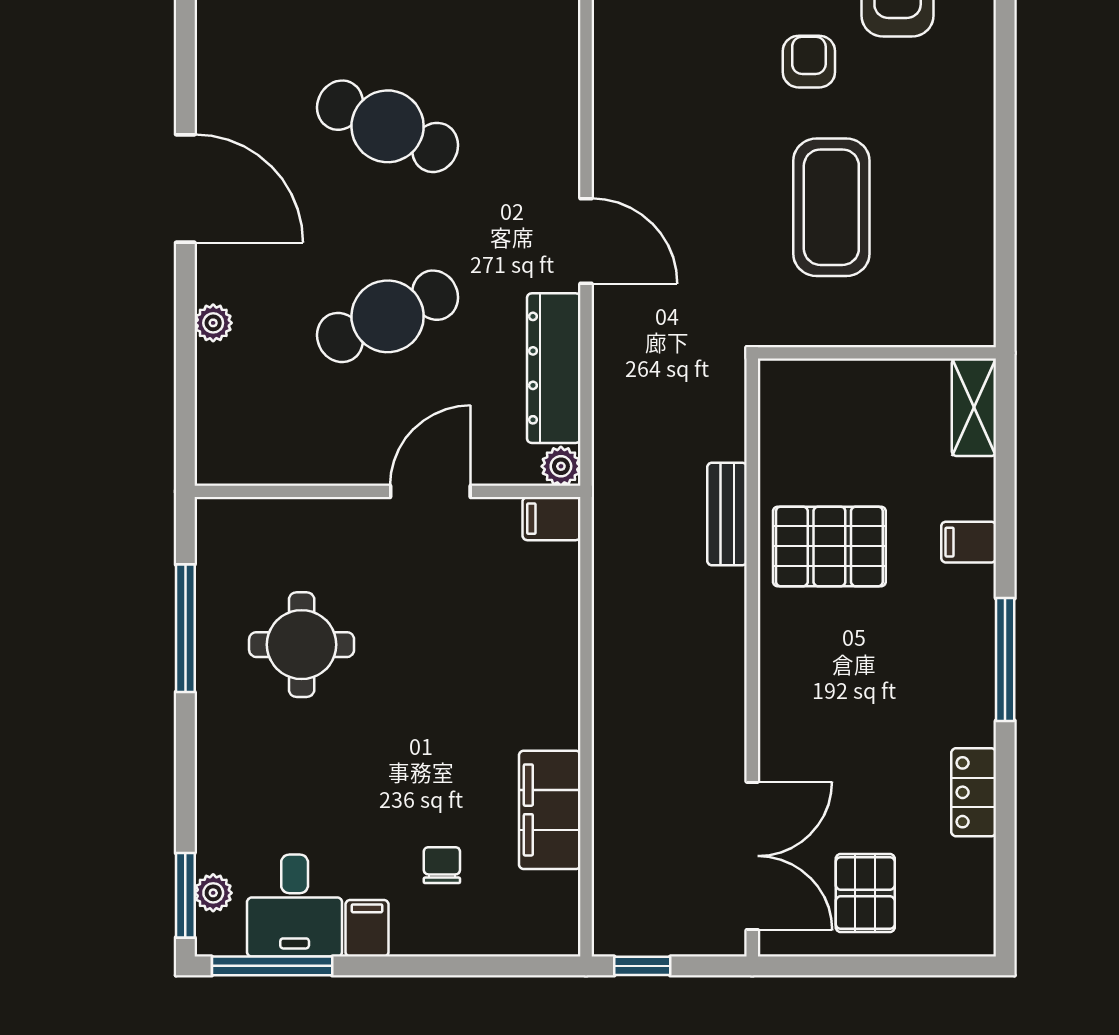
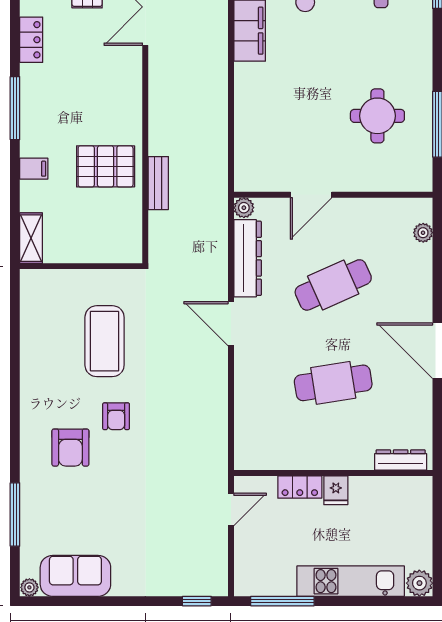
cafe table: (388, 126) -> (333, 383), turned -33
plant: (213, 323) -> (423, 233), moved
filing cabinet: (552, 519) -> (249, 181), removed

